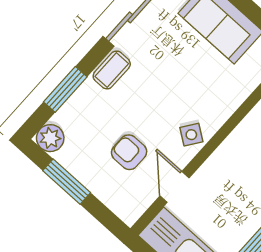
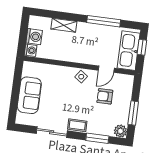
armchair: (129, 152) -> (105, 96), turned 90

